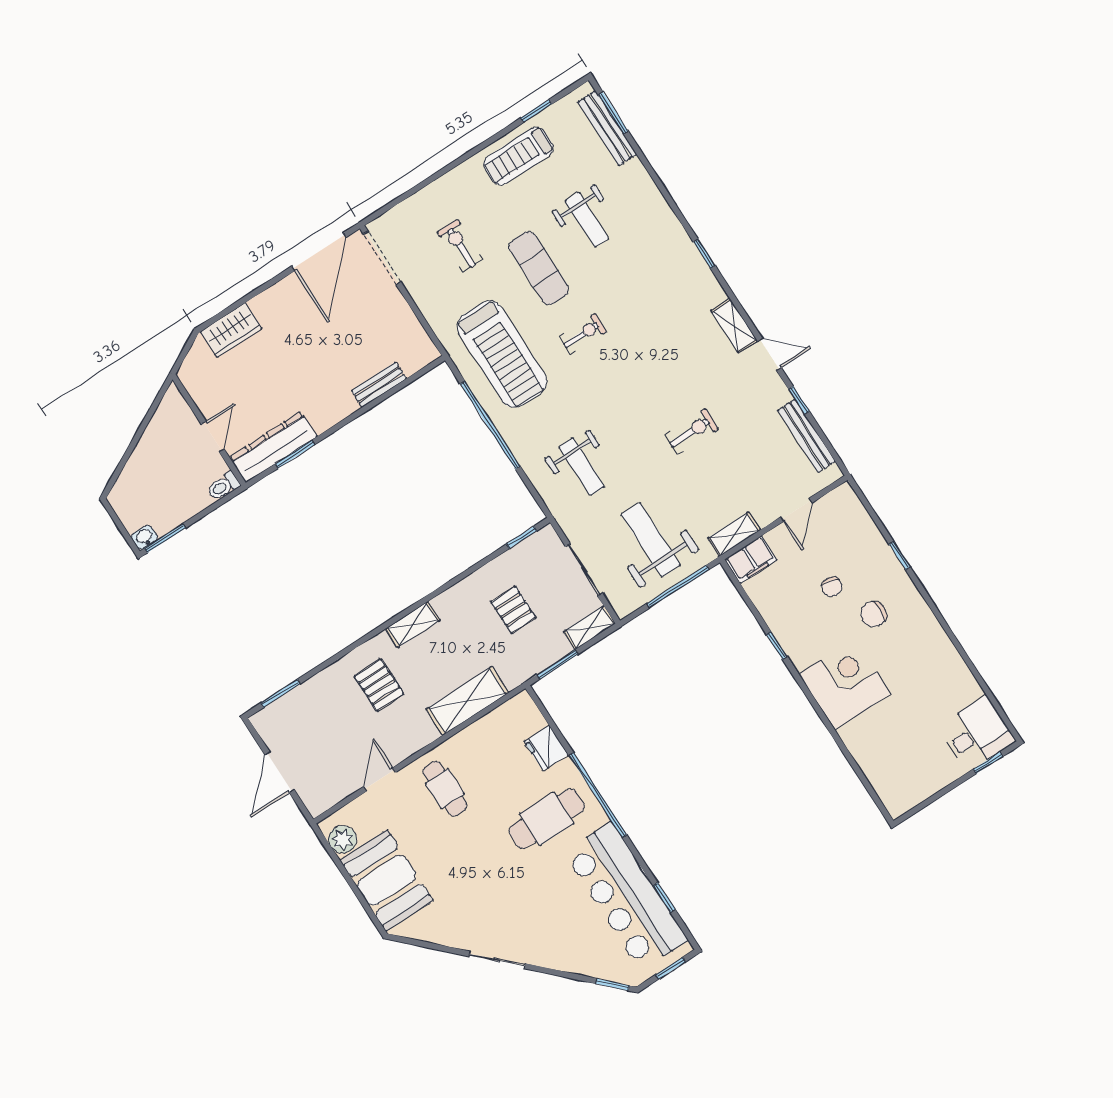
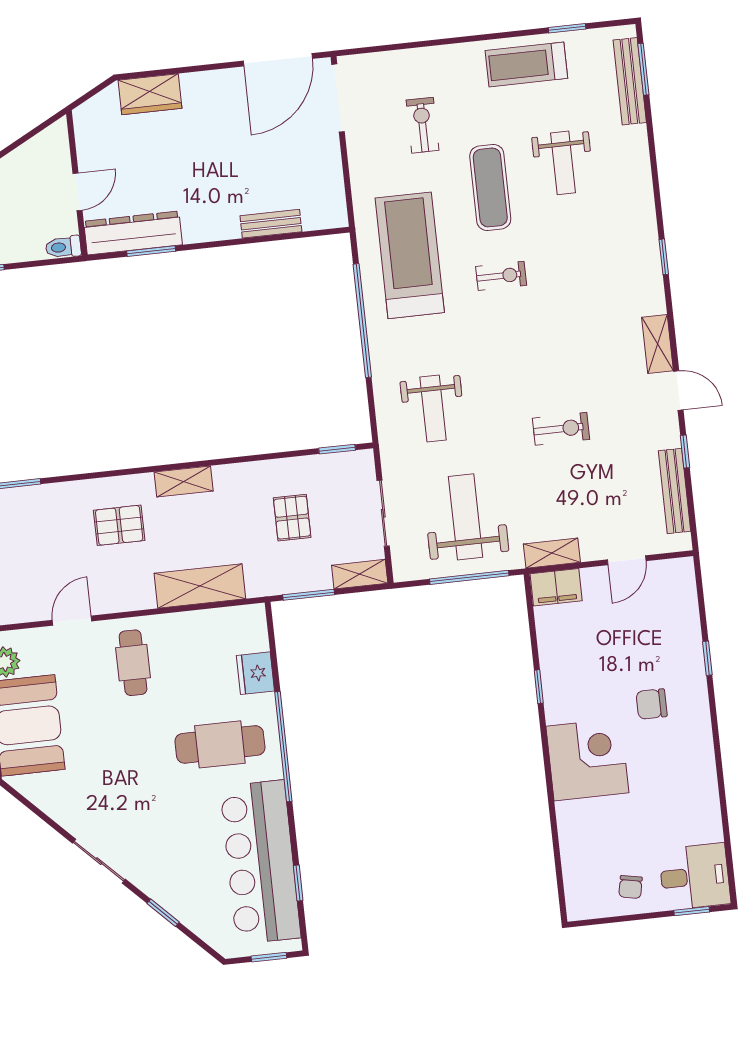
treadmill: (502, 354) -> (410, 255), turned 180
chair: (832, 587) -> (631, 887), moved
pallet: (379, 685) -> (119, 525), turned 90
window: (613, 985) -> (163, 913), moved

